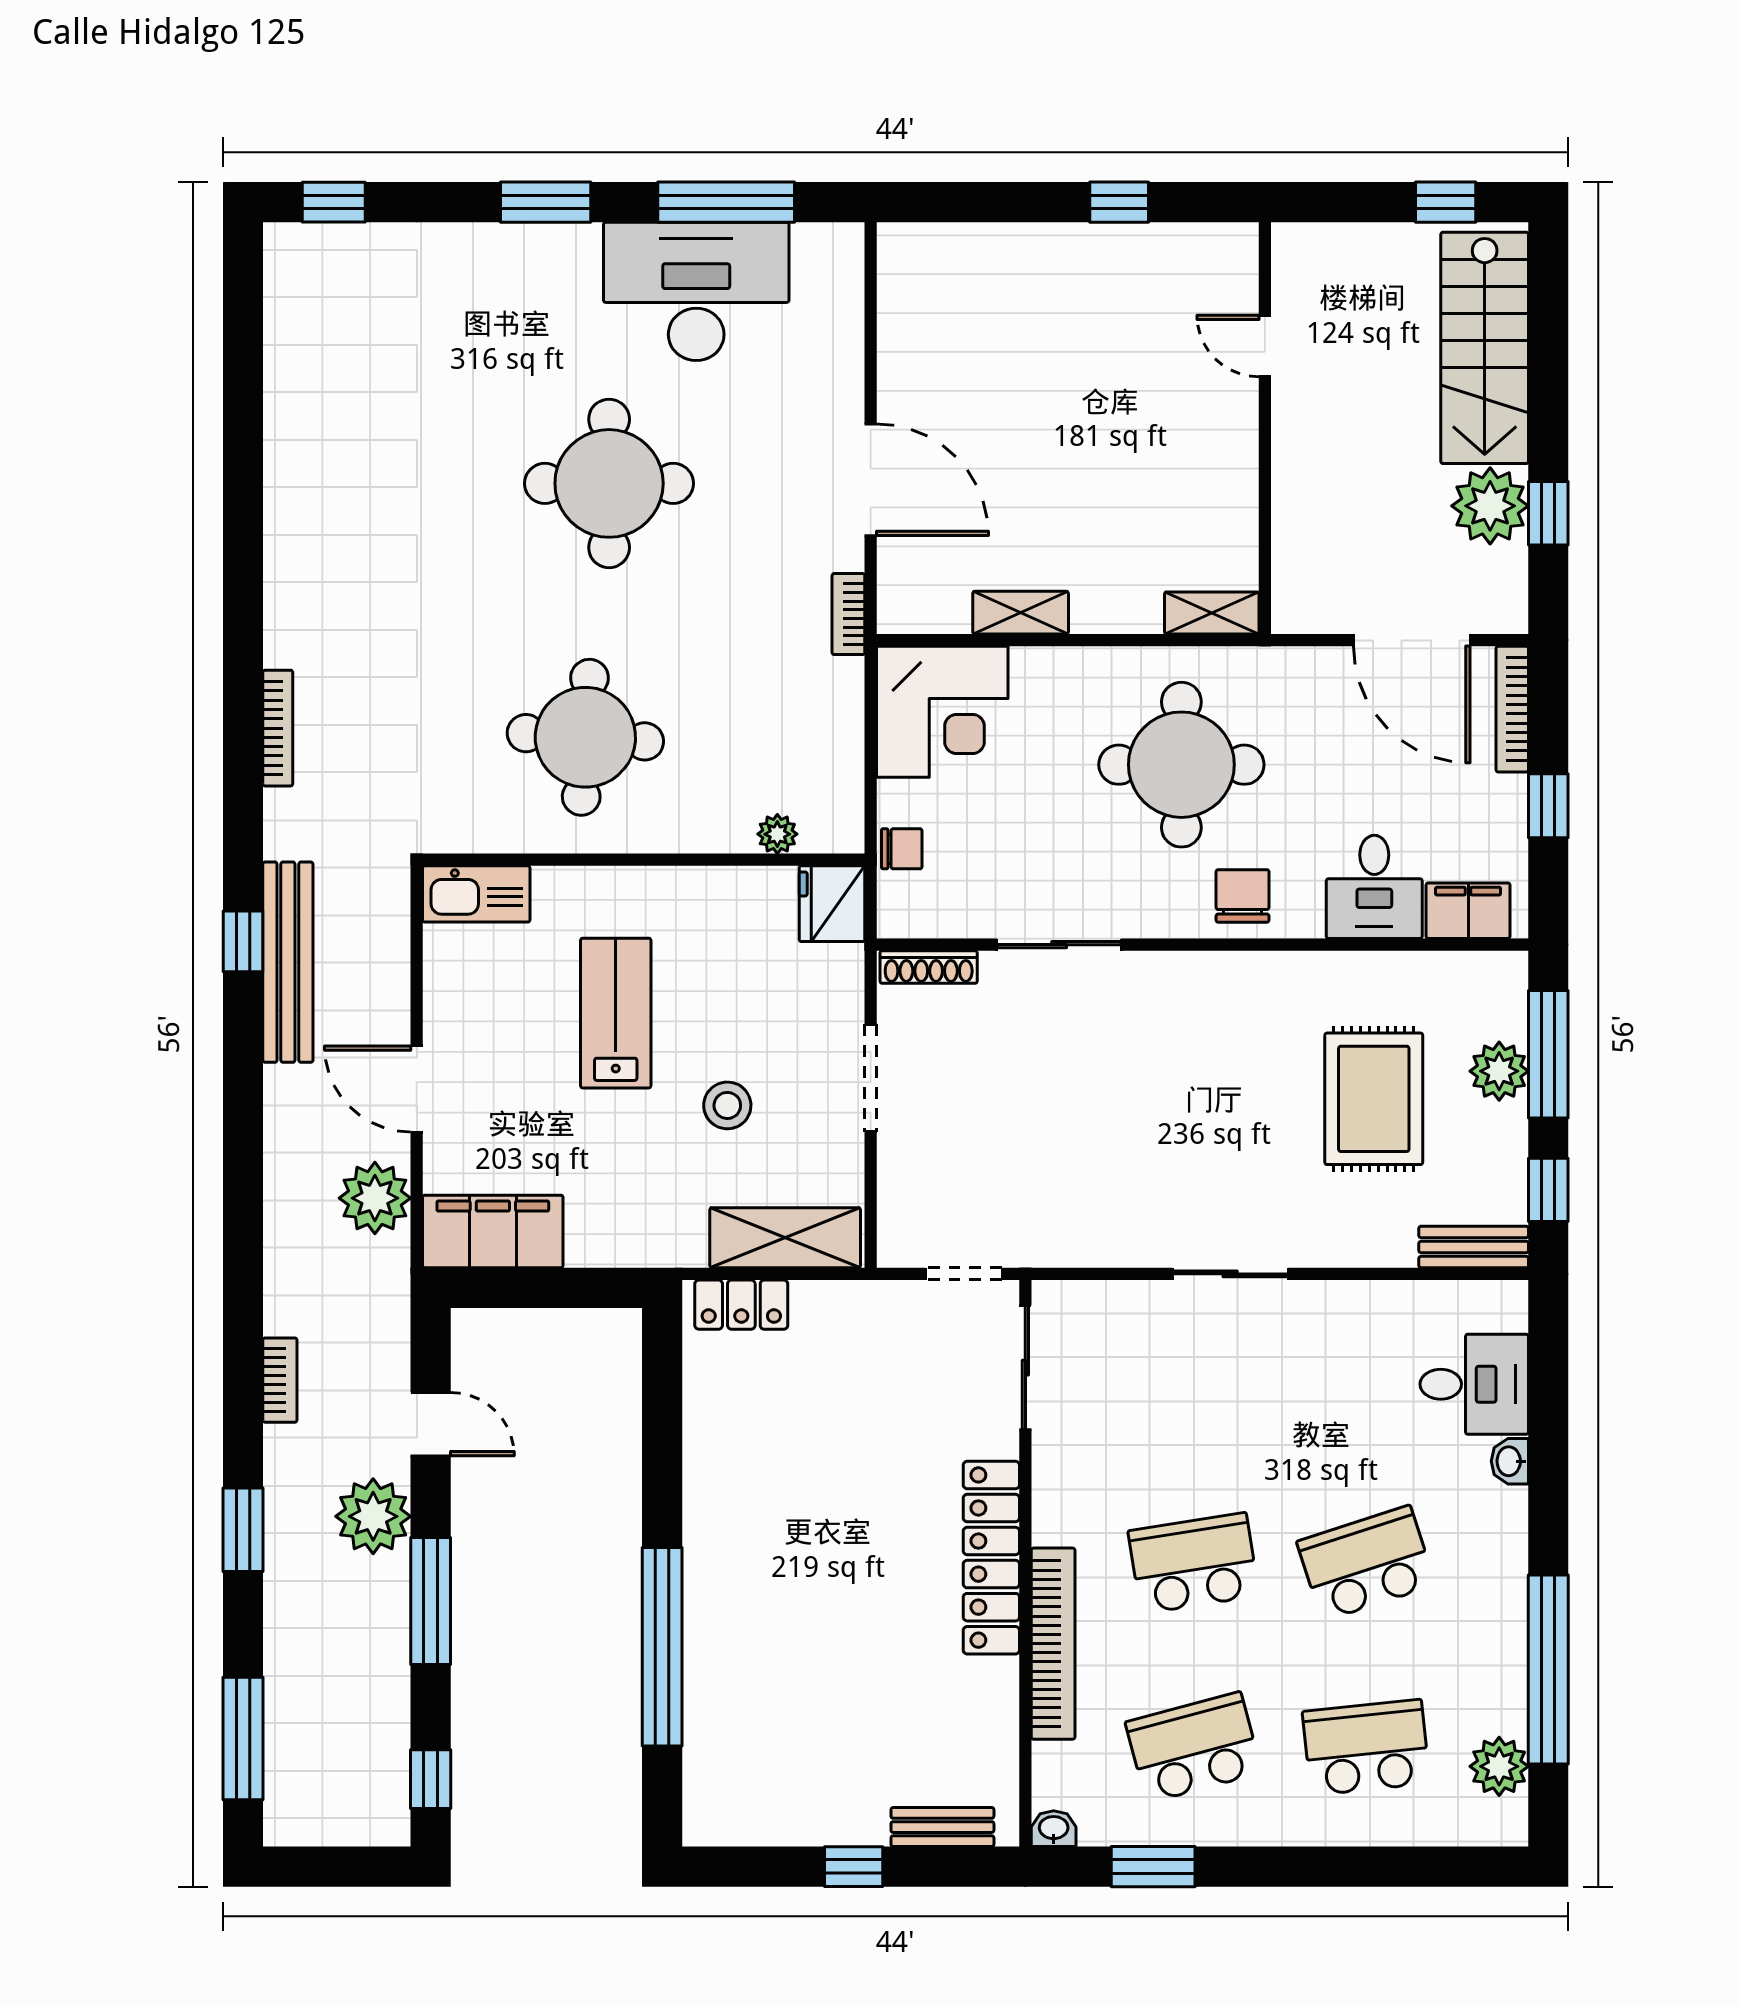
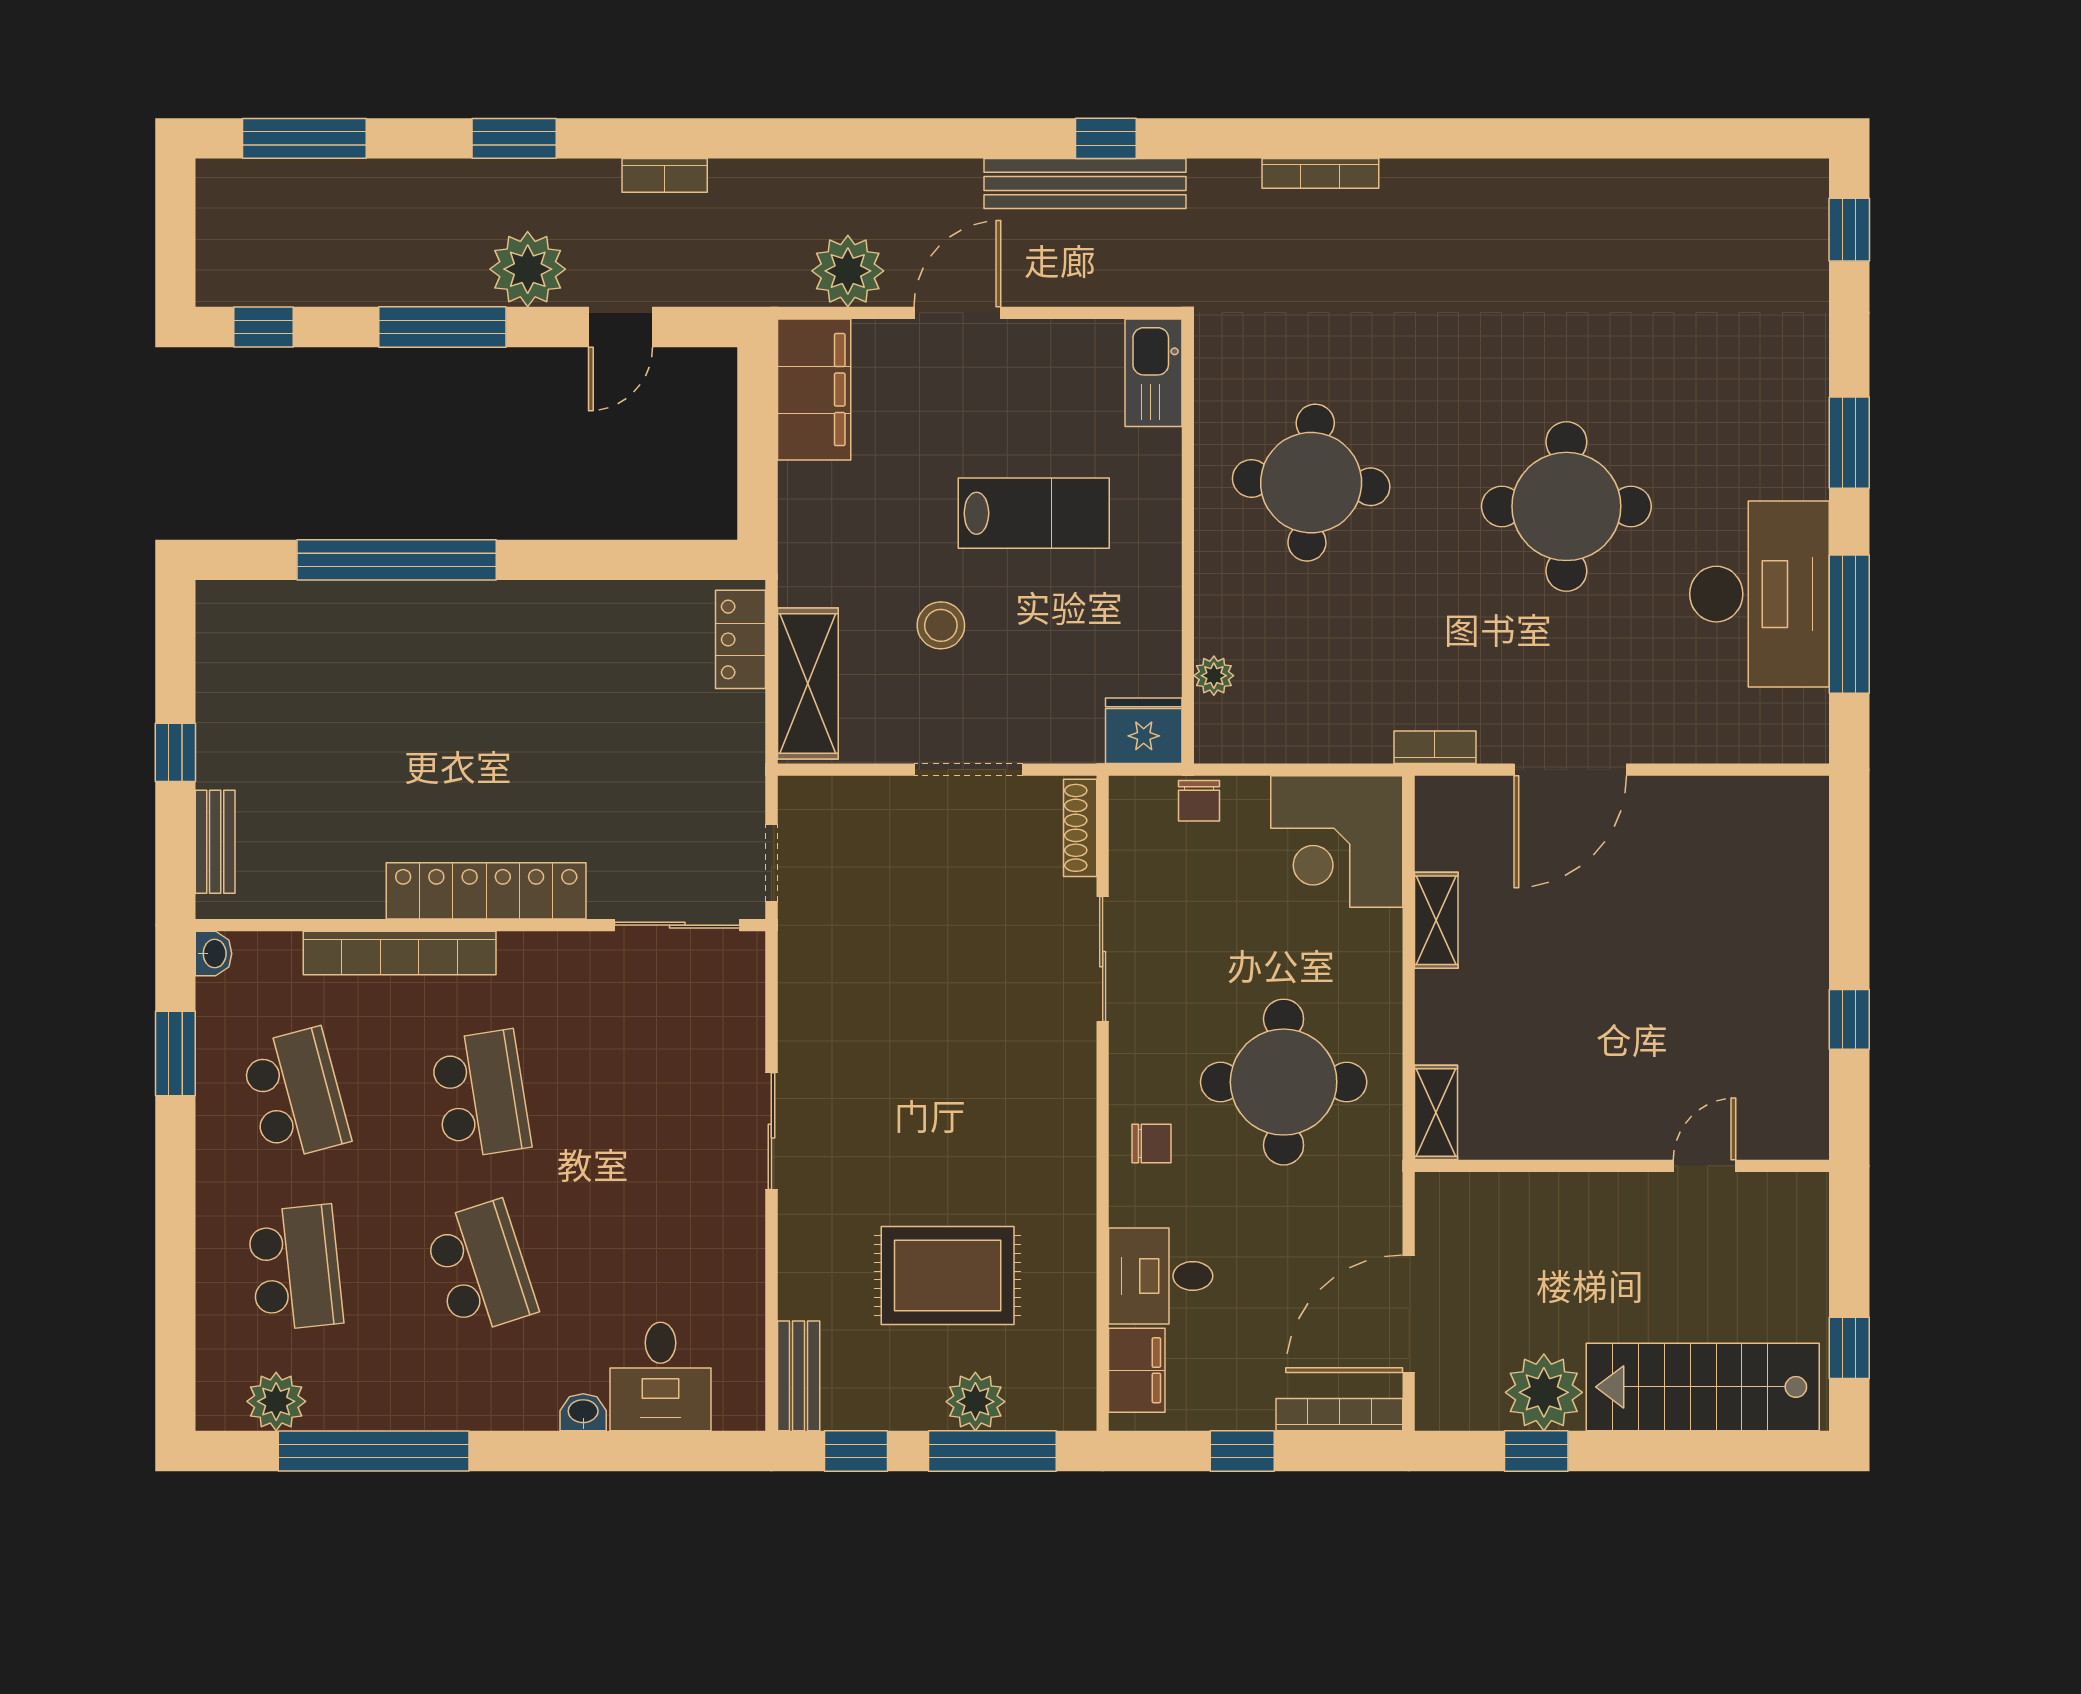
chair: (1243, 896) -> (1152, 1144), width x0.73, depth x0.73

